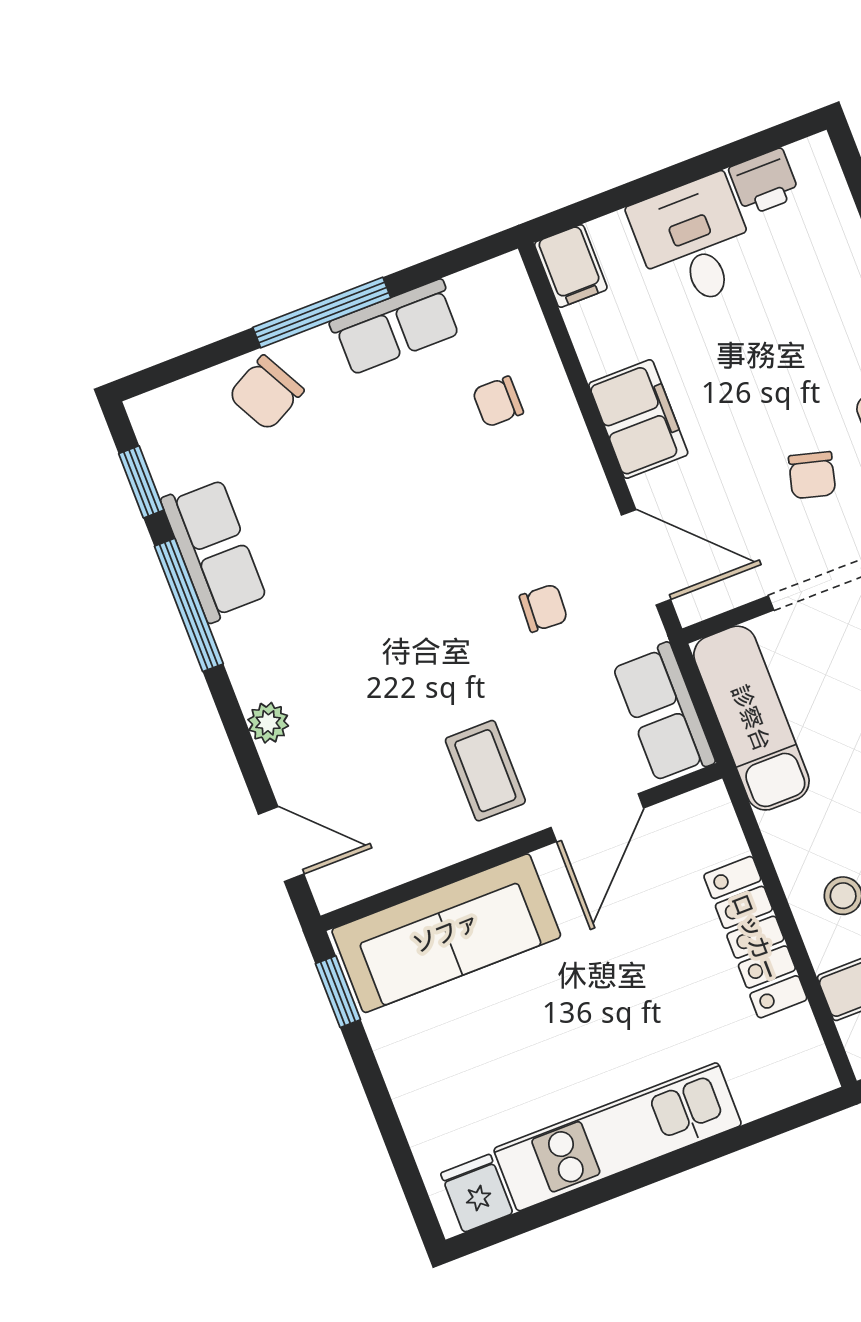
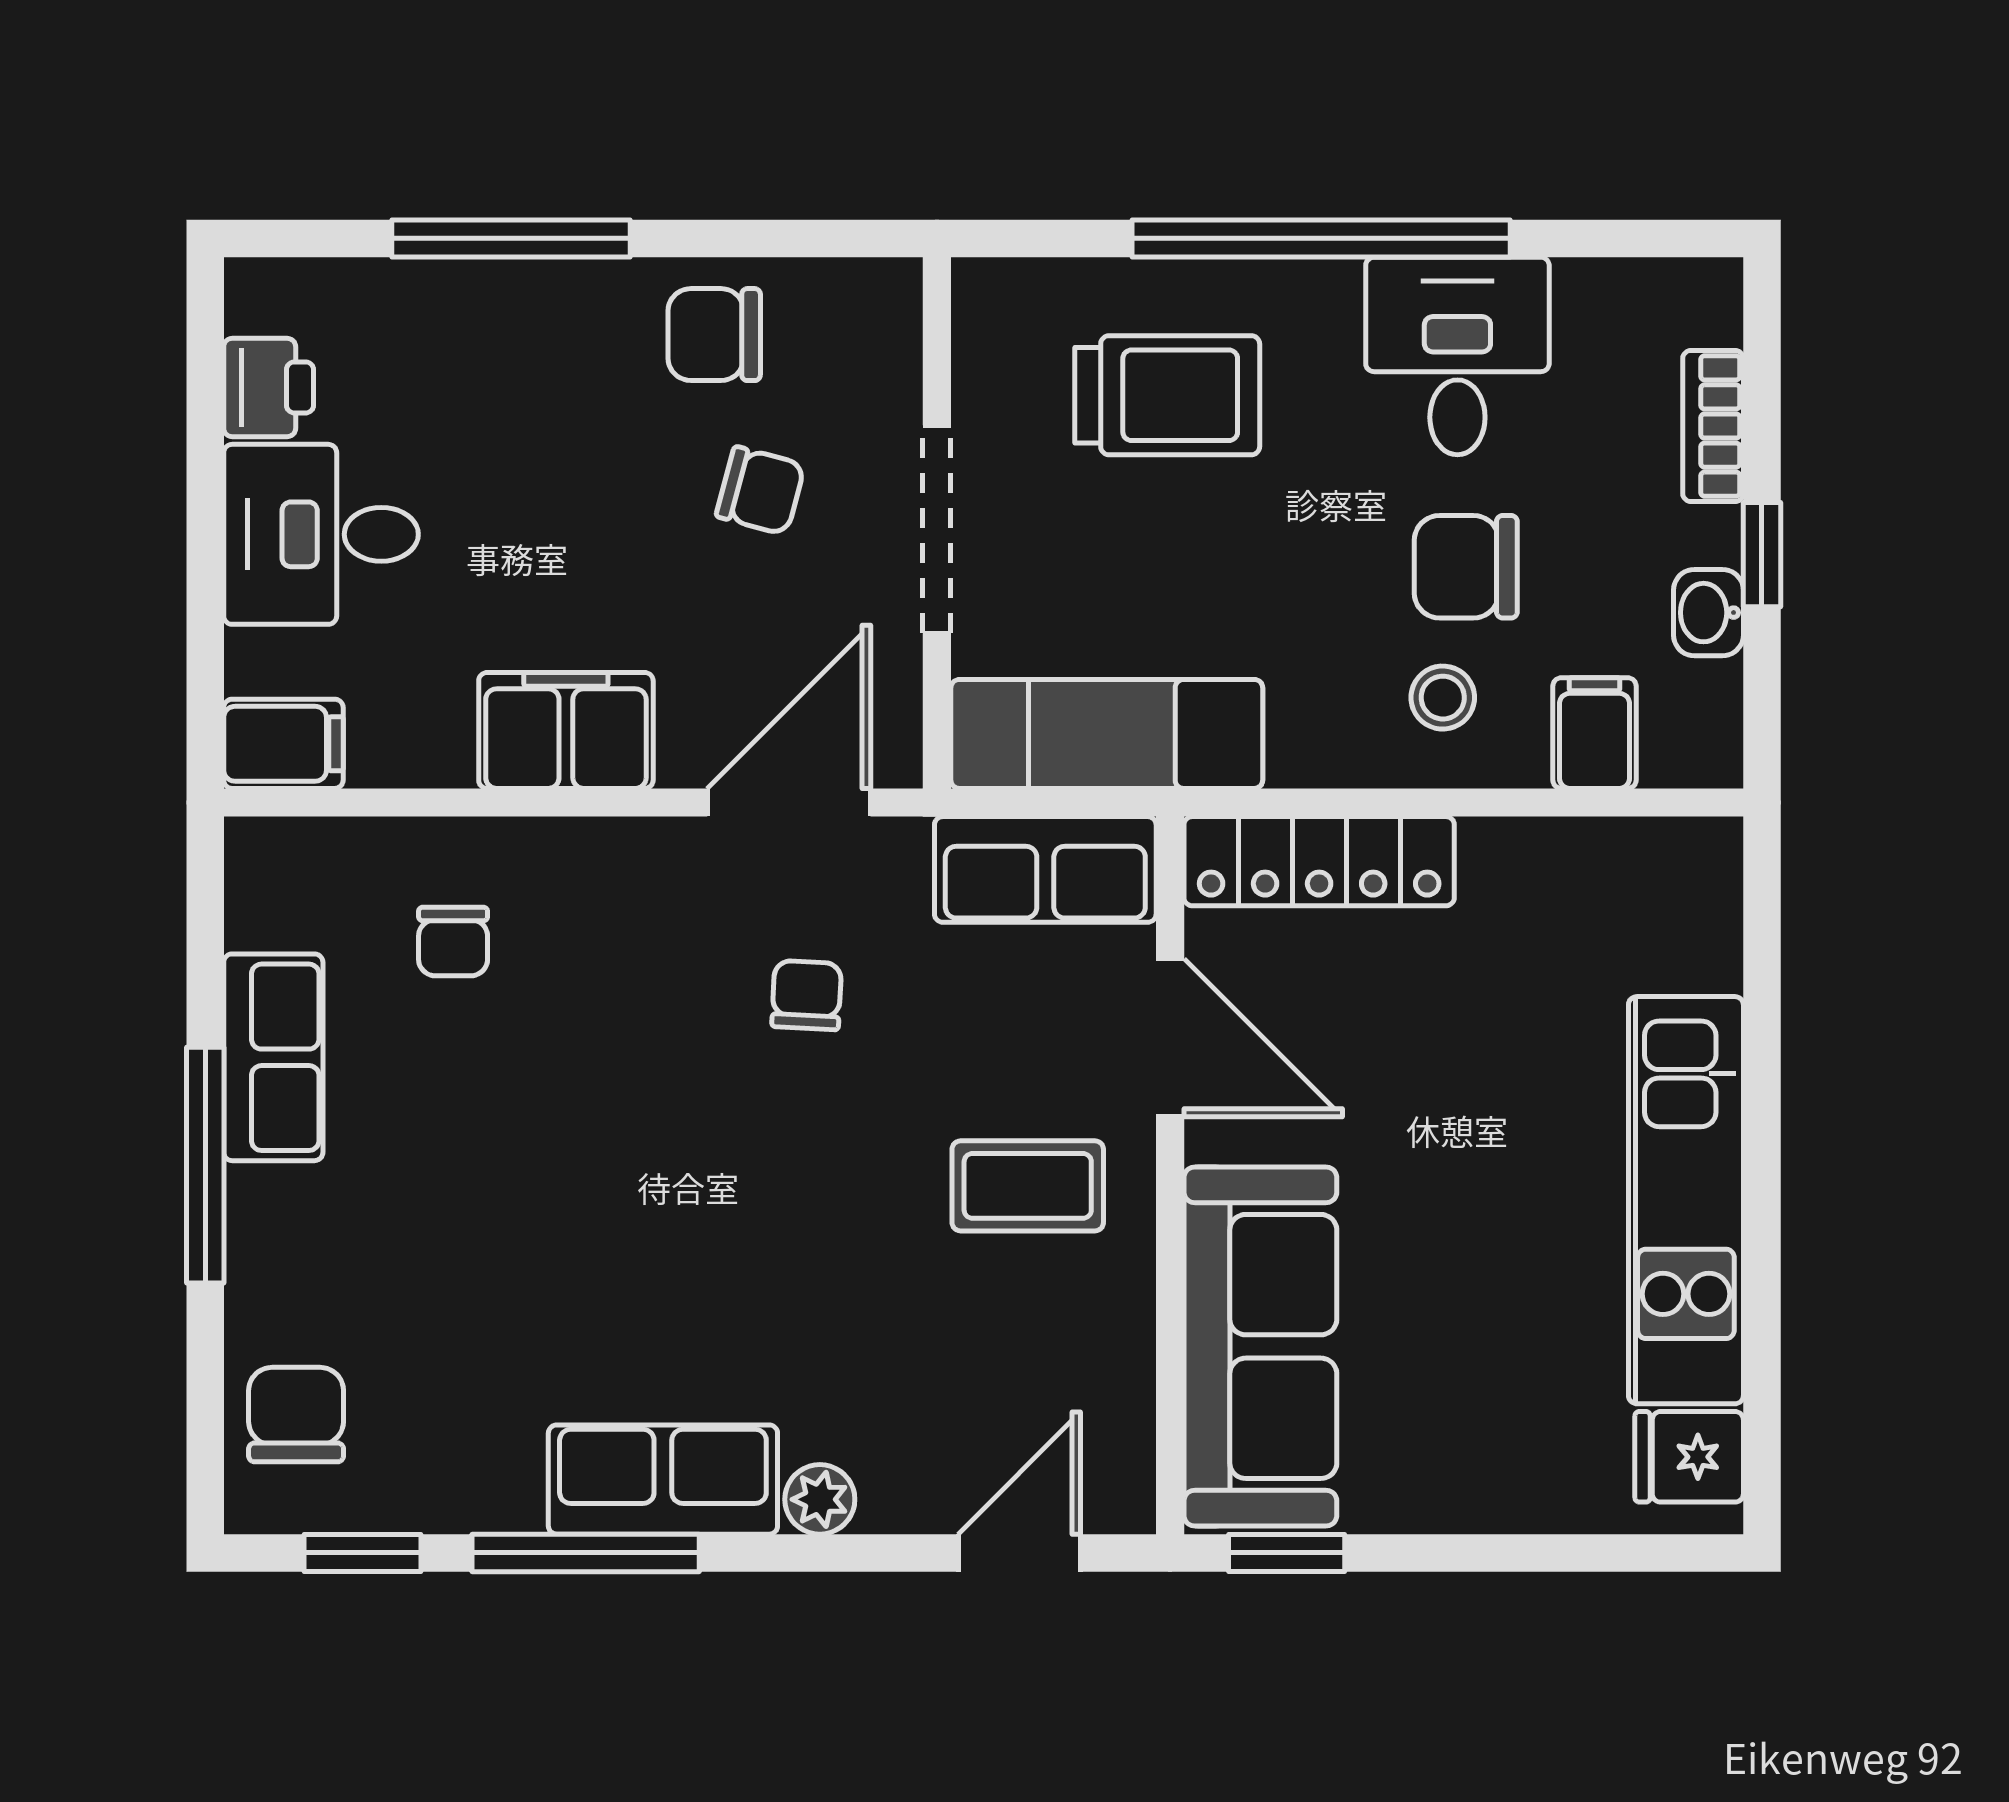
chair: (266, 393) -> (296, 1415), moved, turned -152
row of seats: (214, 550) -> (663, 1480), moved
locker: (755, 937) -> (1319, 861), moved

